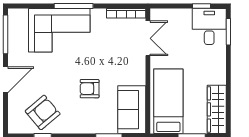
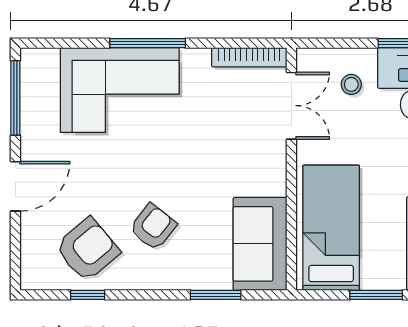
stool: (179, 27) -> (351, 84), added
armchair: (90, 89) -> (153, 227), moved, turned 128

